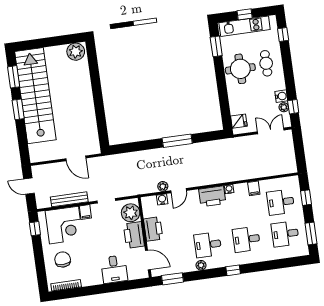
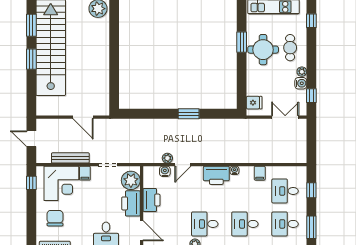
window: (216, 46) -> (242, 42), moved
plant: (284, 107) -> (302, 72), moved
window: (177, 141) -> (189, 114), width x0.69

